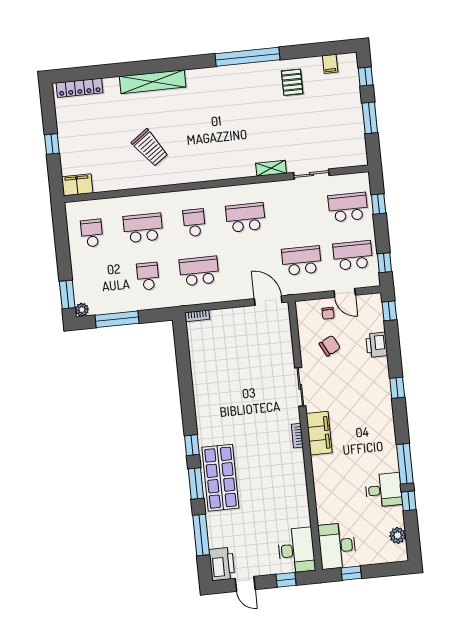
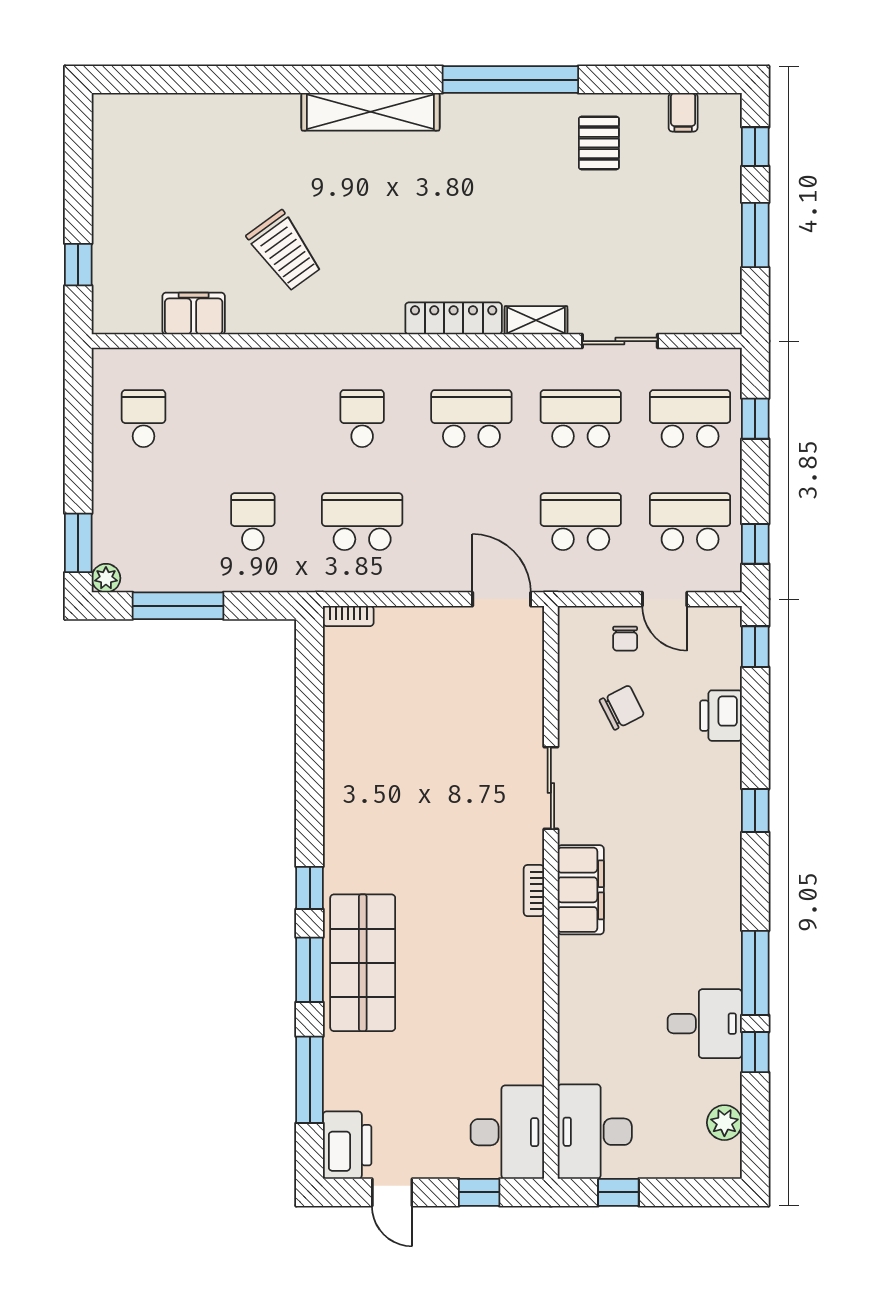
shelving: (153, 82) -> (370, 112), moved
locker: (79, 88) -> (454, 318), moved, turned 180
window: (52, 144) -> (78, 265), moved
filing cabinet: (77, 185) -> (194, 313), moved
school desk: (143, 228) -> (581, 419), moved

